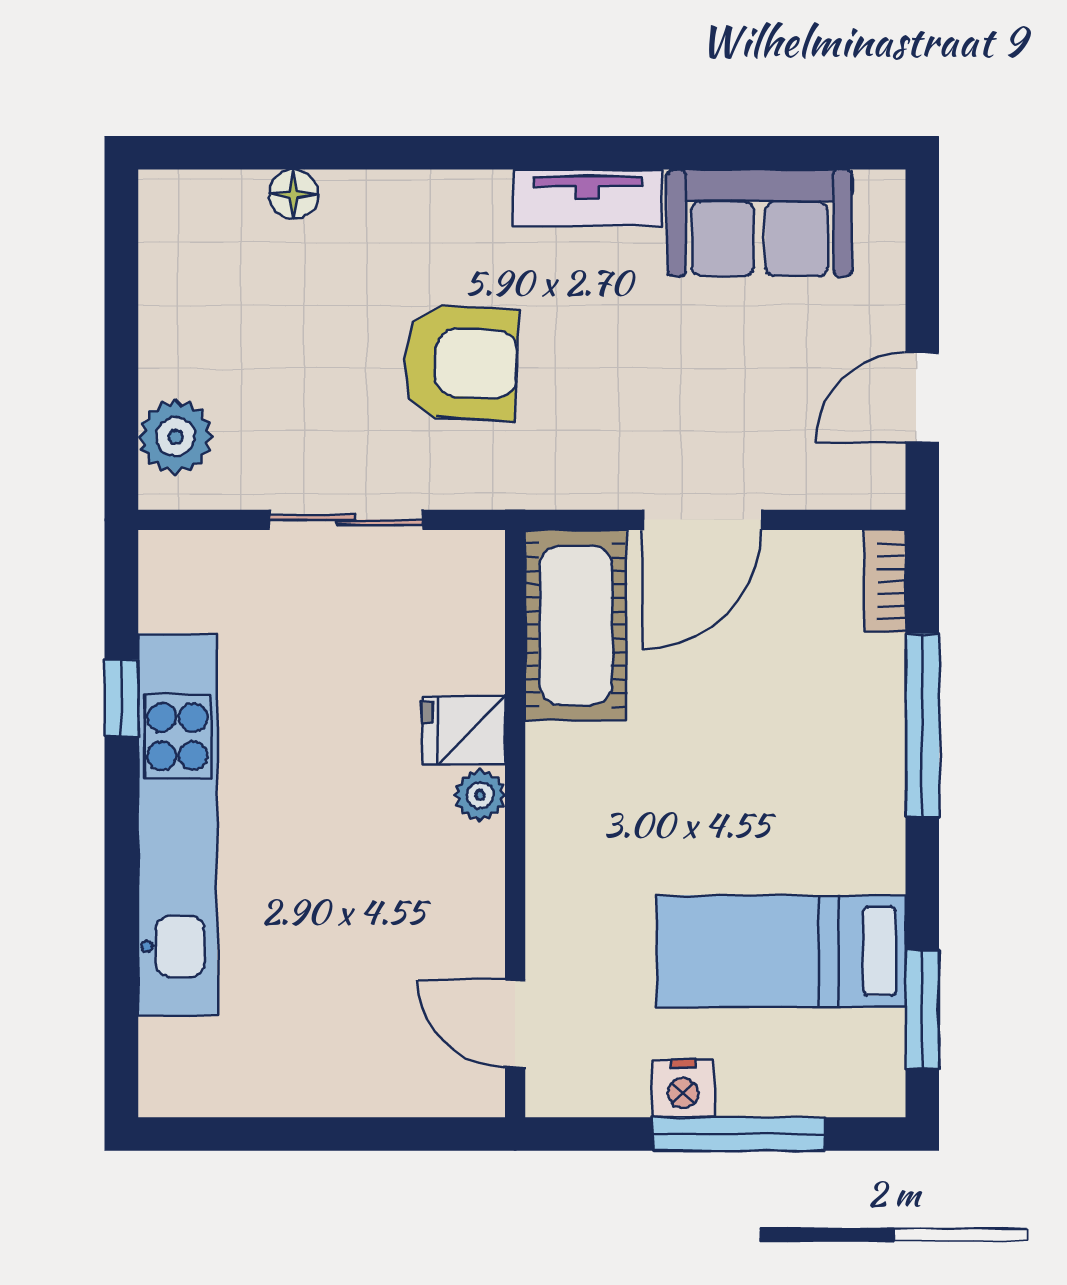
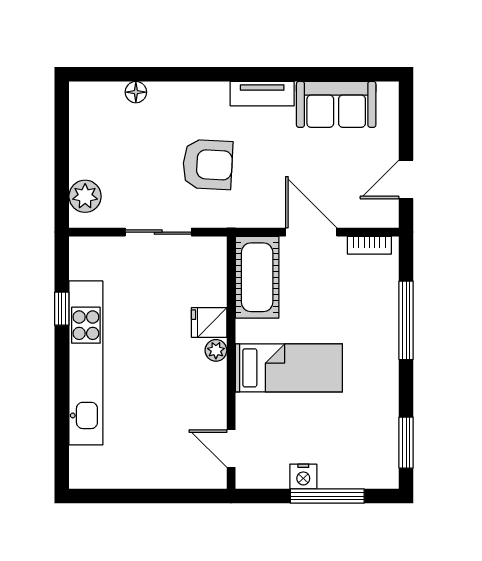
door: (702, 520) -> (311, 232), swing flipped
bookcase: (885, 581) -> (369, 245), moved, turned -90
bed: (781, 951) -> (289, 368), moved, turned 180

